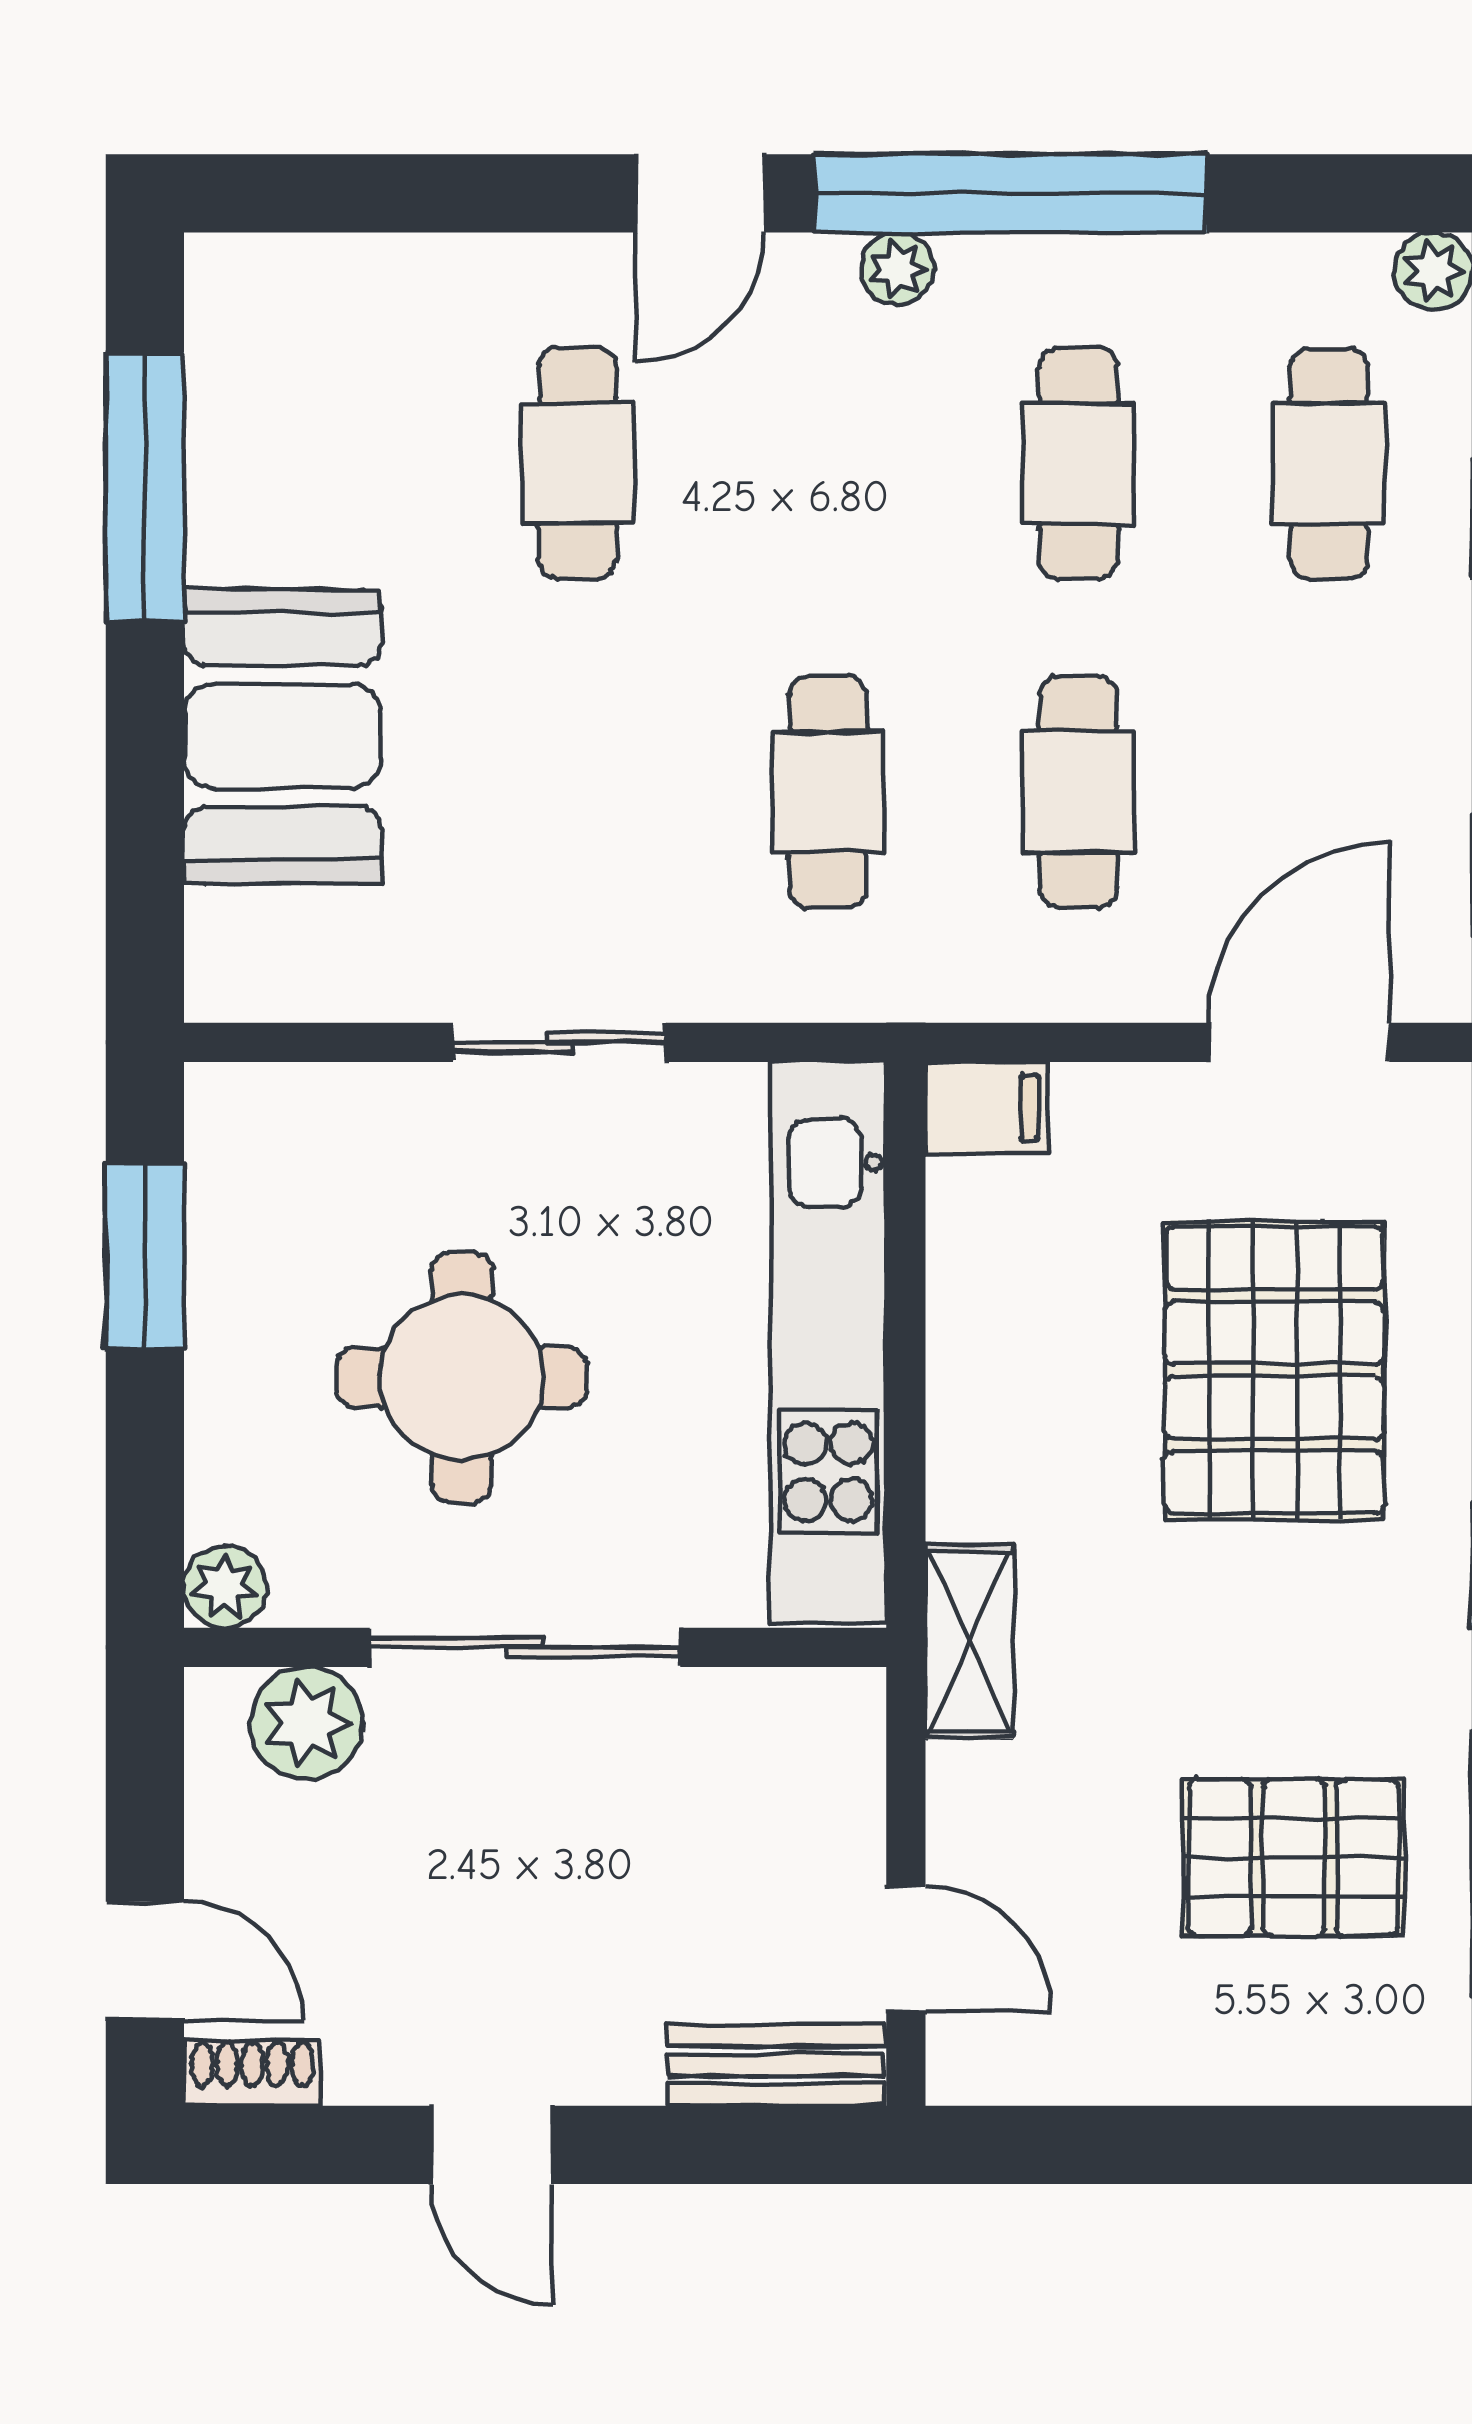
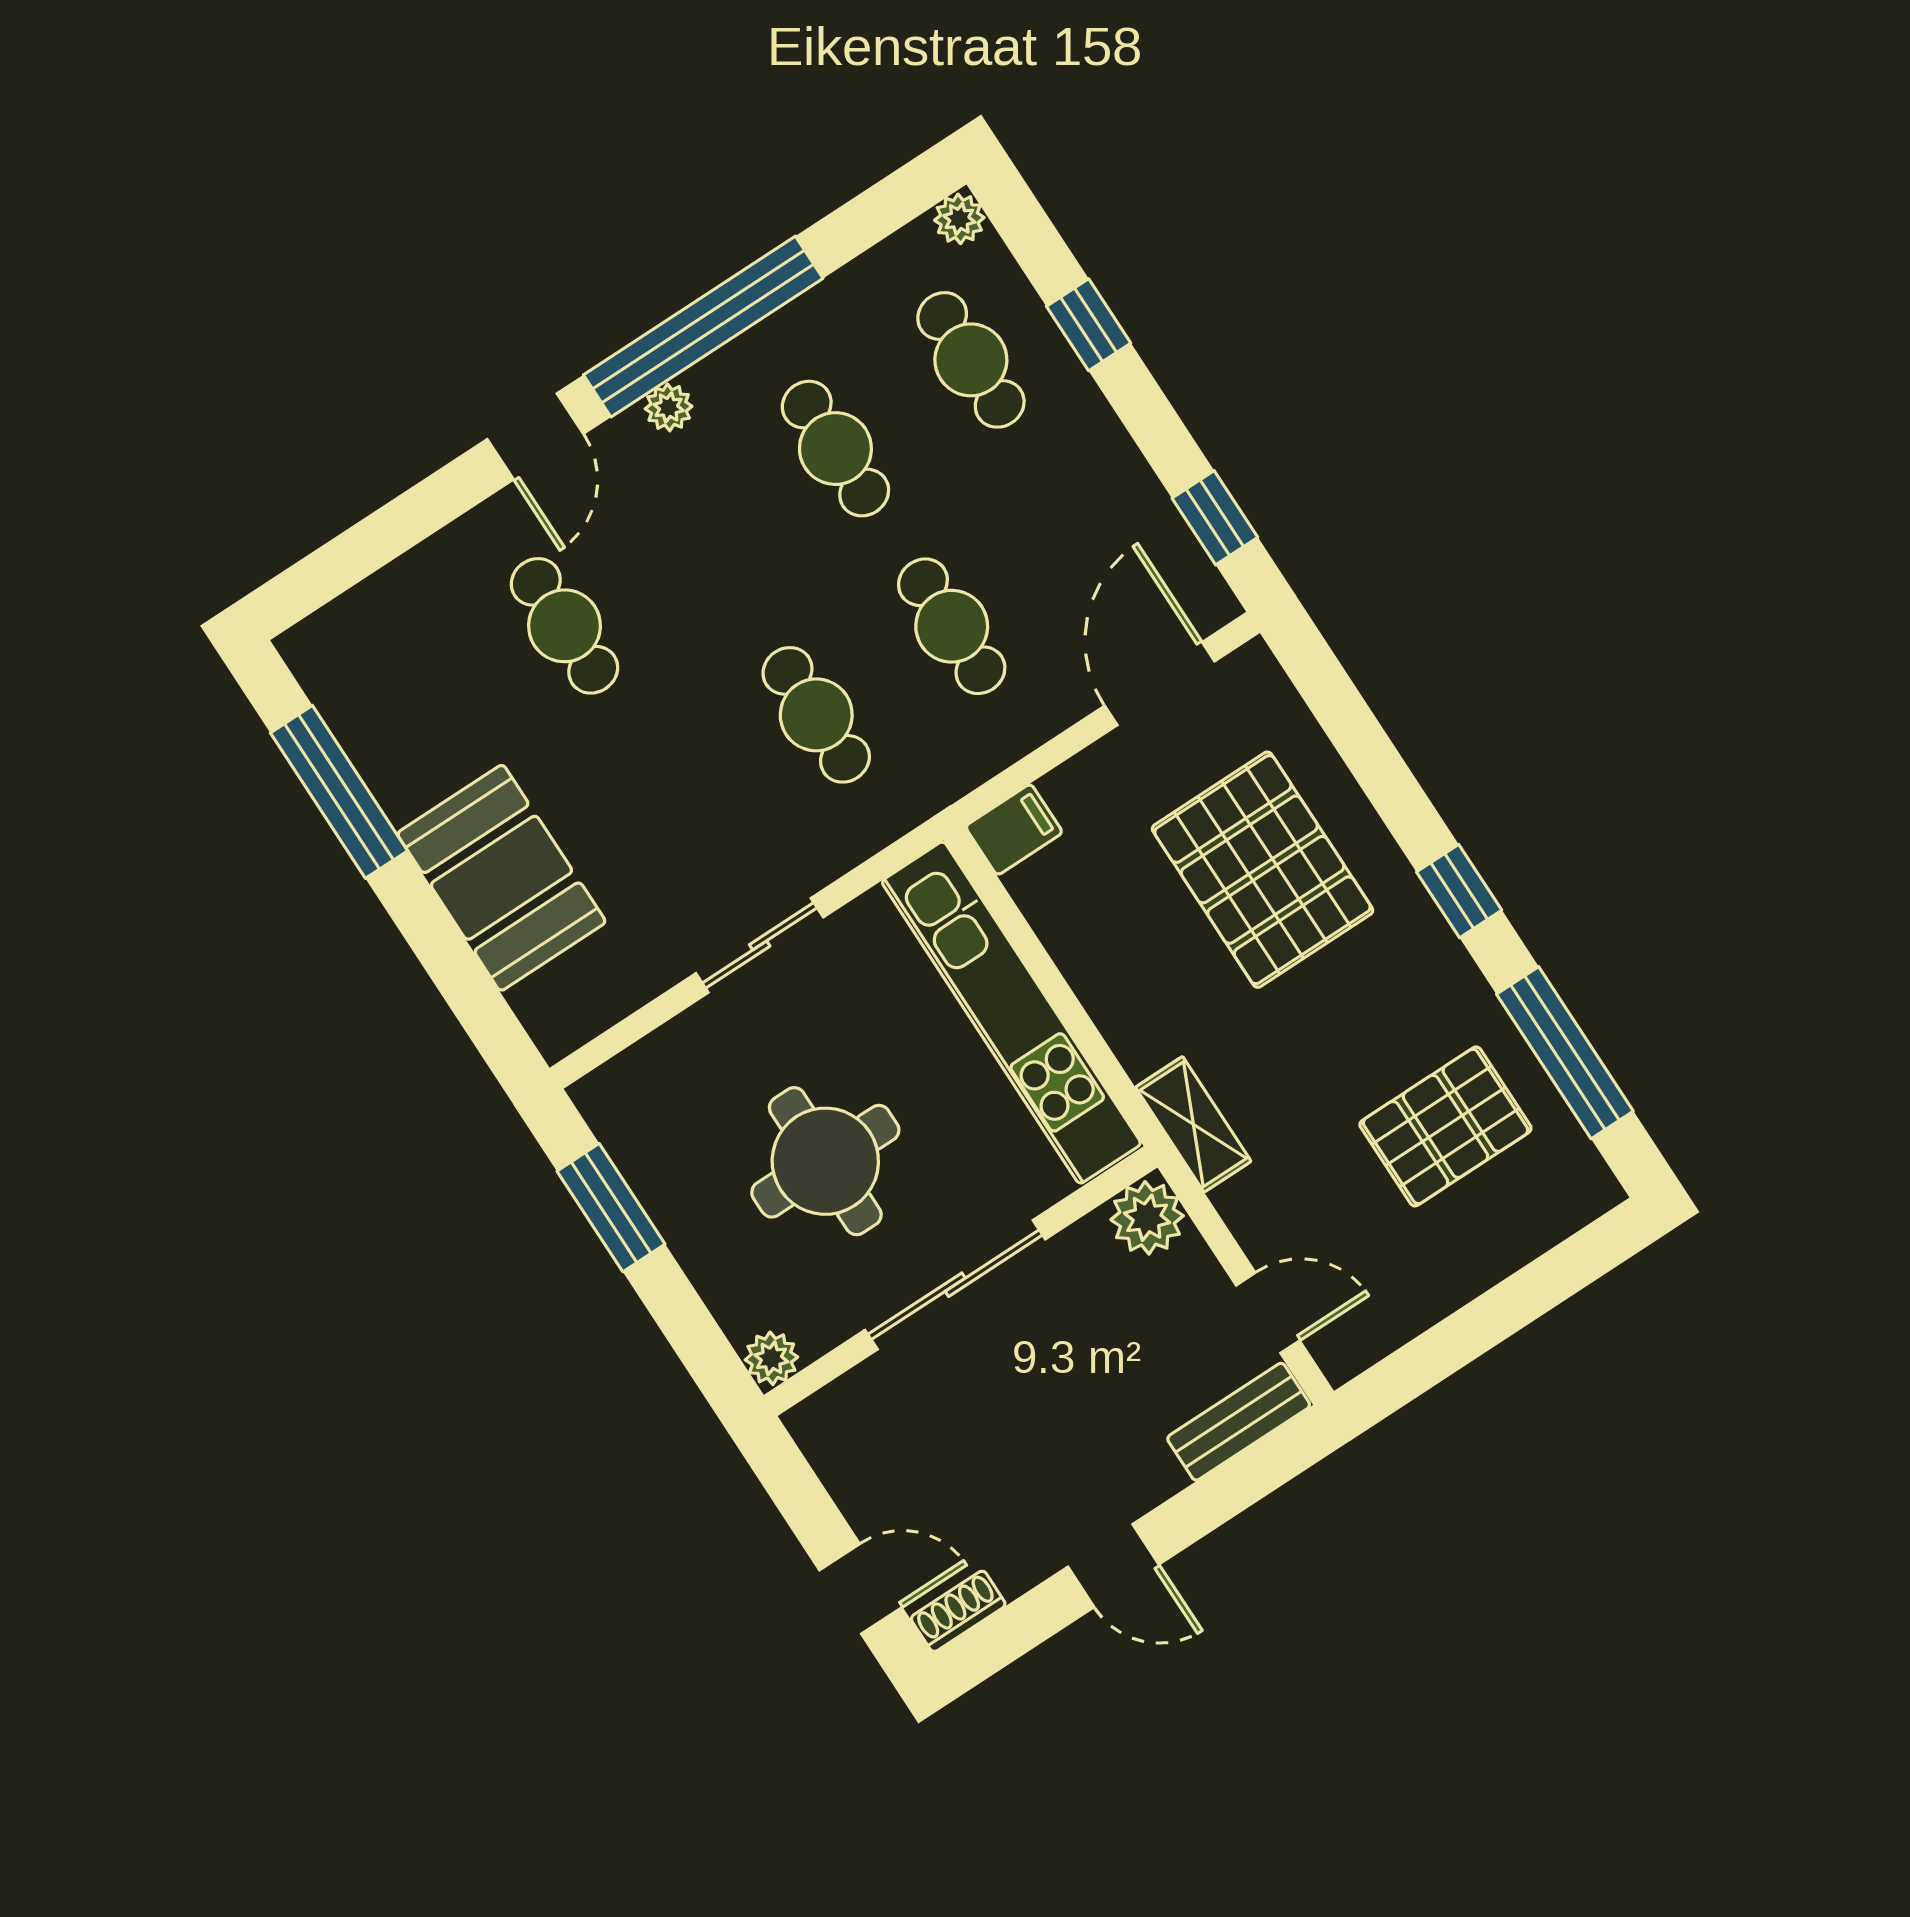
plant: (307, 1723) -> (1147, 1218), moved

